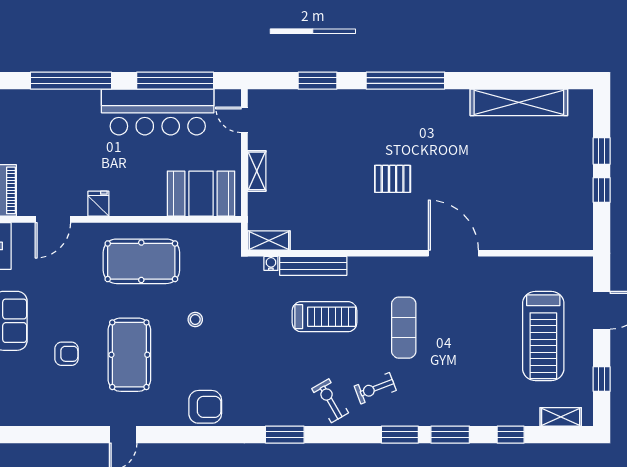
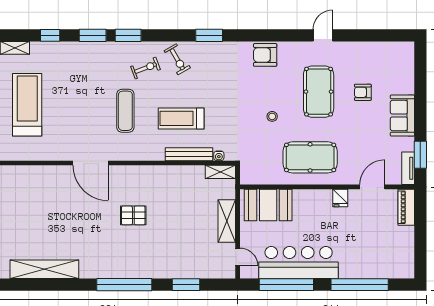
shelving: (257, 171) -> (227, 221), width x1.50, depth x1.33

